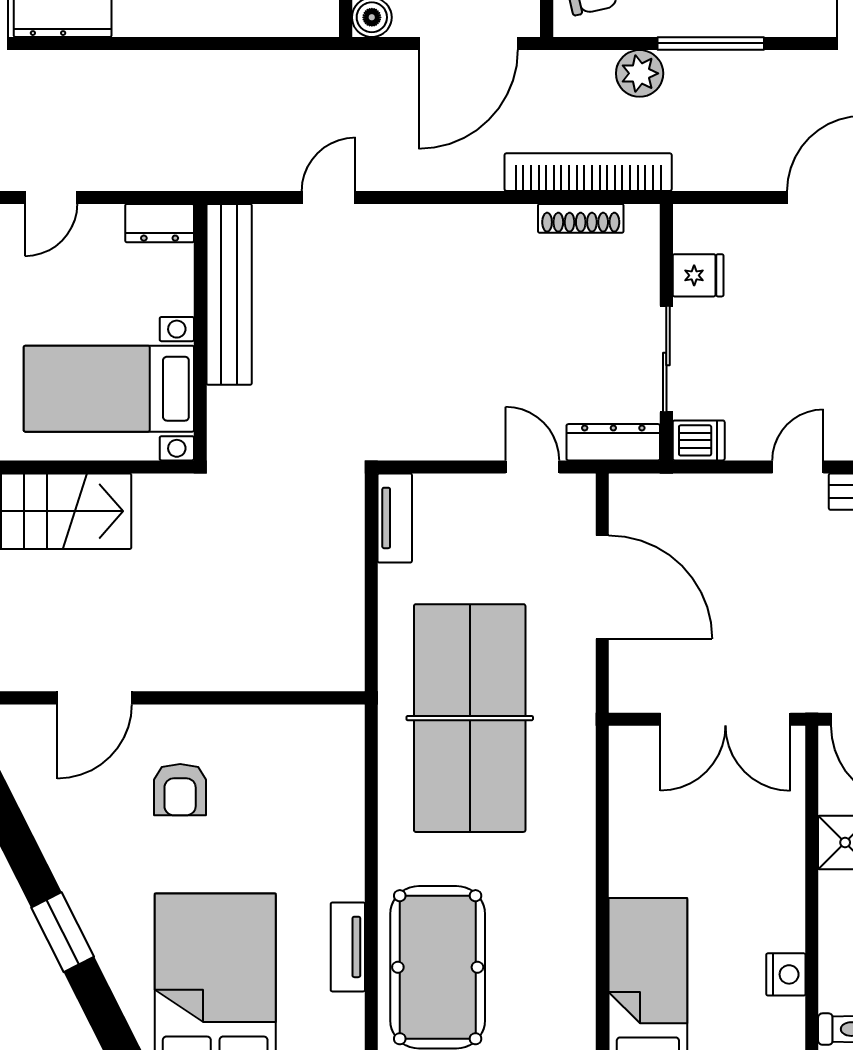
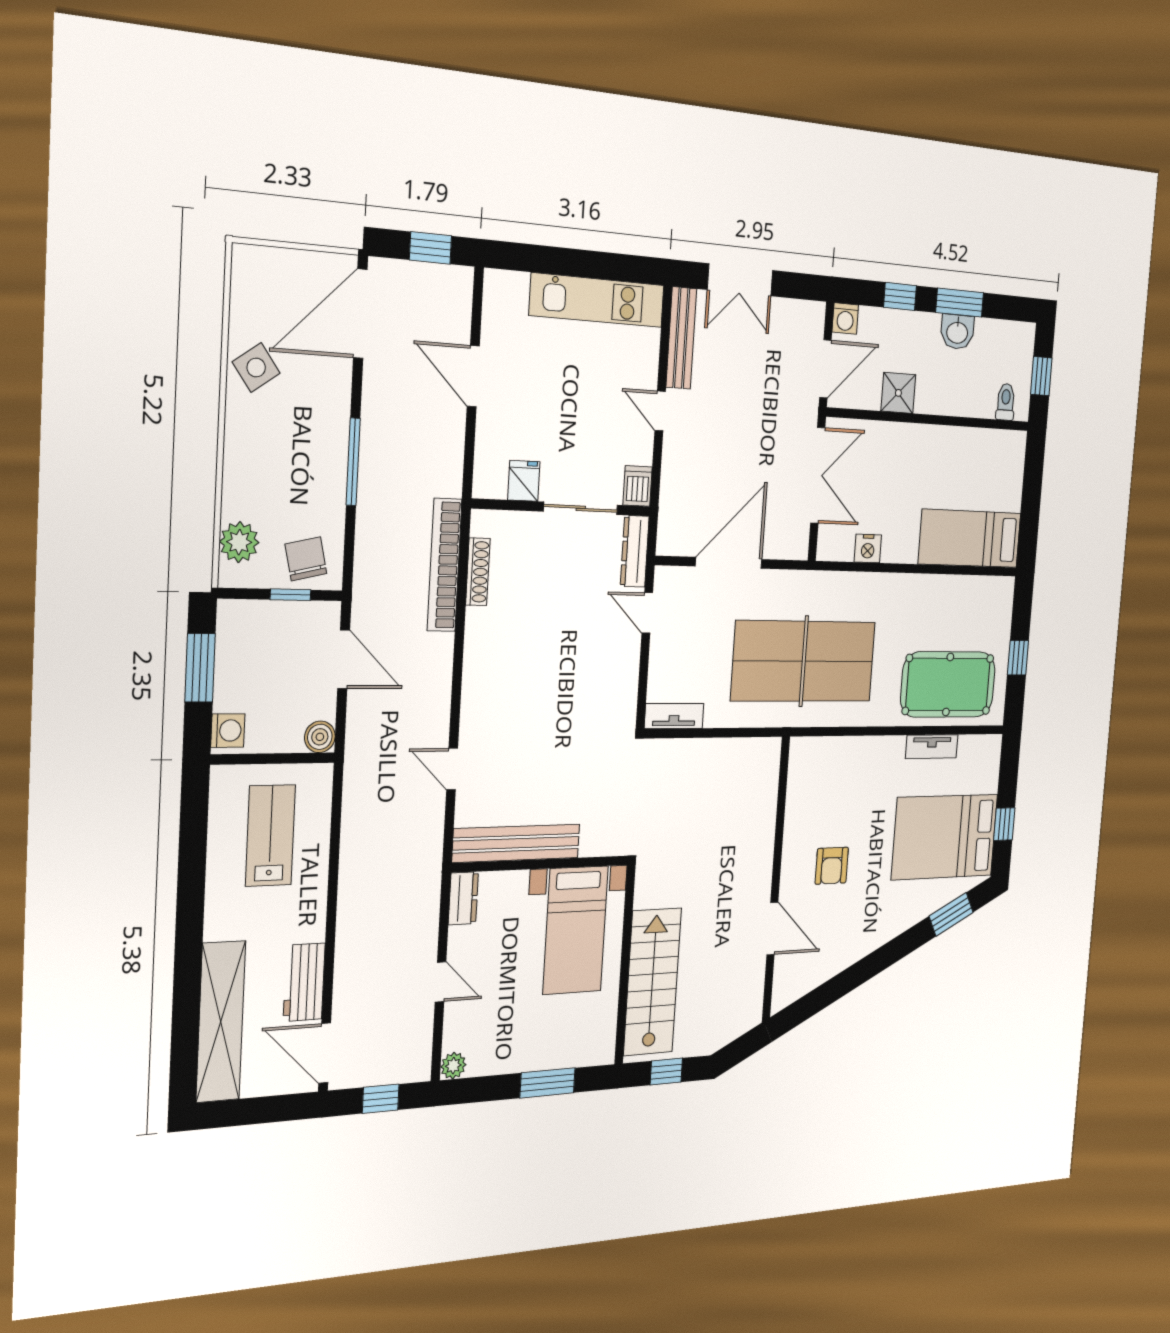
door: (468, 43) -> (344, 659), width x0.73
plant: (640, 73) -> (373, 521), removed
door: (532, 467) -> (647, 613), hinge flipped
armchair: (180, 790) -> (832, 866), turned 90
window: (63, 932) -> (951, 914), moved
nightstand: (786, 974) -> (868, 548), moved, turned 180

